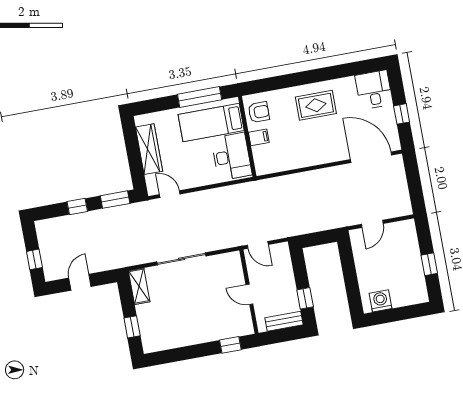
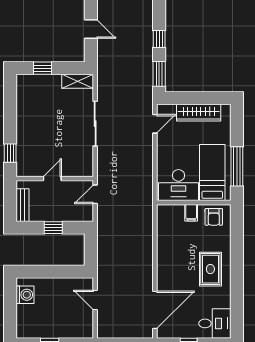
window: (305, 298) -> (53, 228), moved

